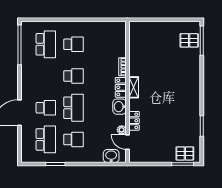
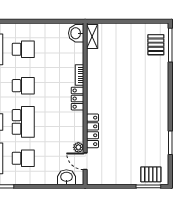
pallet: (189, 40) -> (156, 45), turned 90
shelving: (134, 87) -> (92, 37), moved
washbasin: (120, 107) -> (76, 33), moved
locker: (134, 121) -> (93, 131), width x1.53

